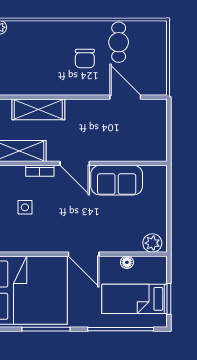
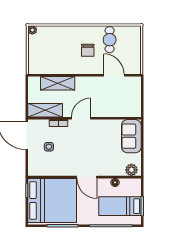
door: (75, 163) -> (81, 118), swing flipped
sofa: (117, 180) -> (131, 136), moved, turned 90

